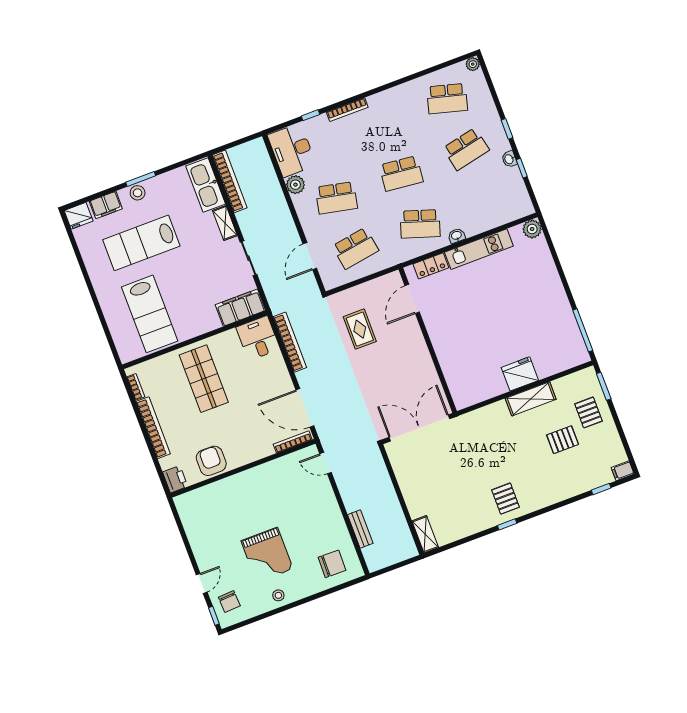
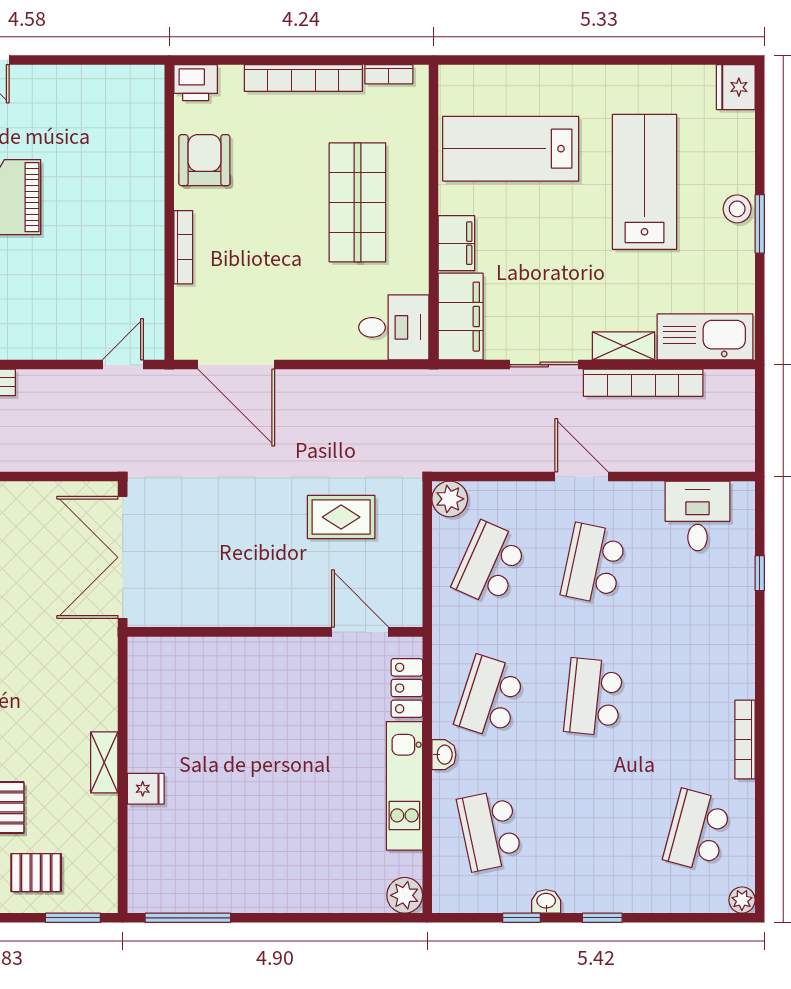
bookcase: (347, 110) -> (745, 740), moved
school desk: (466, 149) -> (490, 830), moved
desk: (292, 150) -> (698, 516), width x0.73
bookcase: (230, 181) -> (643, 383), moved
plant: (295, 185) -> (450, 499), moved
filing cabinet: (106, 205) -> (456, 243), moved, turned 180
school desk: (355, 248) -> (490, 564), turned 33
door: (310, 256) -> (581, 476), moved
bookcase: (290, 342) -> (365, 382), removed
fridge: (520, 374) -> (146, 789), width x0.53, depth x0.75
shop shelf: (204, 379) -> (357, 202), turned 90
shelving: (531, 399) -> (104, 762), width x0.67, depth x0.75
door: (305, 408) -> (236, 365), swing flipped
double door: (419, 428) -> (123, 557), swing flipped
bookcase: (293, 442) -> (183, 247), moved
armchair: (211, 461) -> (204, 160), turned -90

